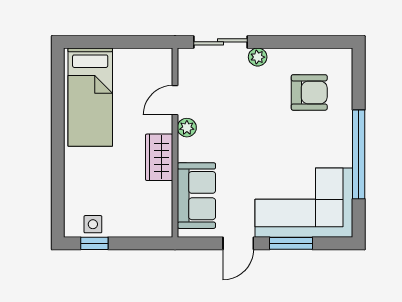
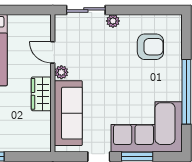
door: (175, 100) -> (53, 52), hinge flipped
sofa: (196, 196) -> (68, 113), width x1.36

